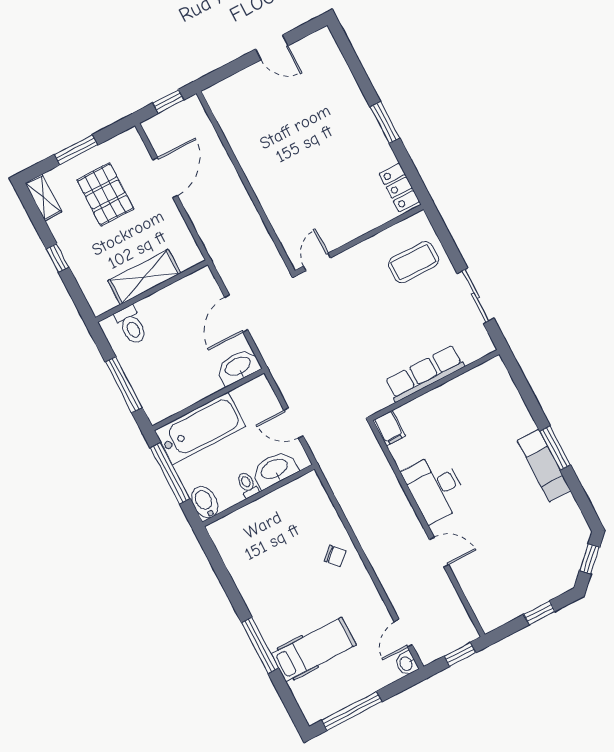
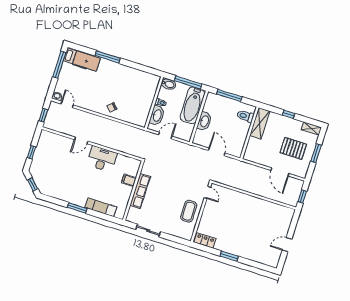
coffee table: (413, 262) -> (189, 211), moved
shelving: (144, 277) -> (260, 123), moved
washbasin: (238, 367) -> (204, 121), moved
filing cabinet: (389, 428) -> (129, 180), moved
exam couch: (544, 466) -> (101, 207), moved
hospital bed: (314, 649) -> (82, 60), moved, turned -90

